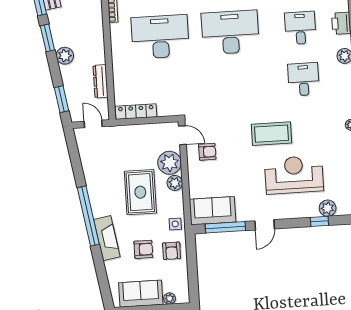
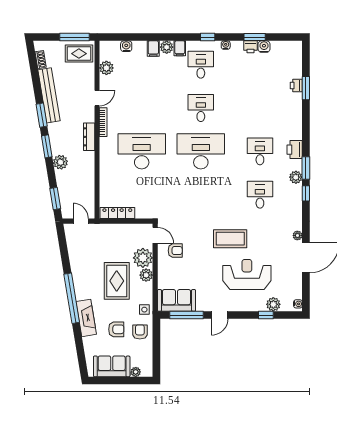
dresser: (100, 81) -> (89, 137), moved
armchair: (172, 251) -> (140, 332), turned 180

